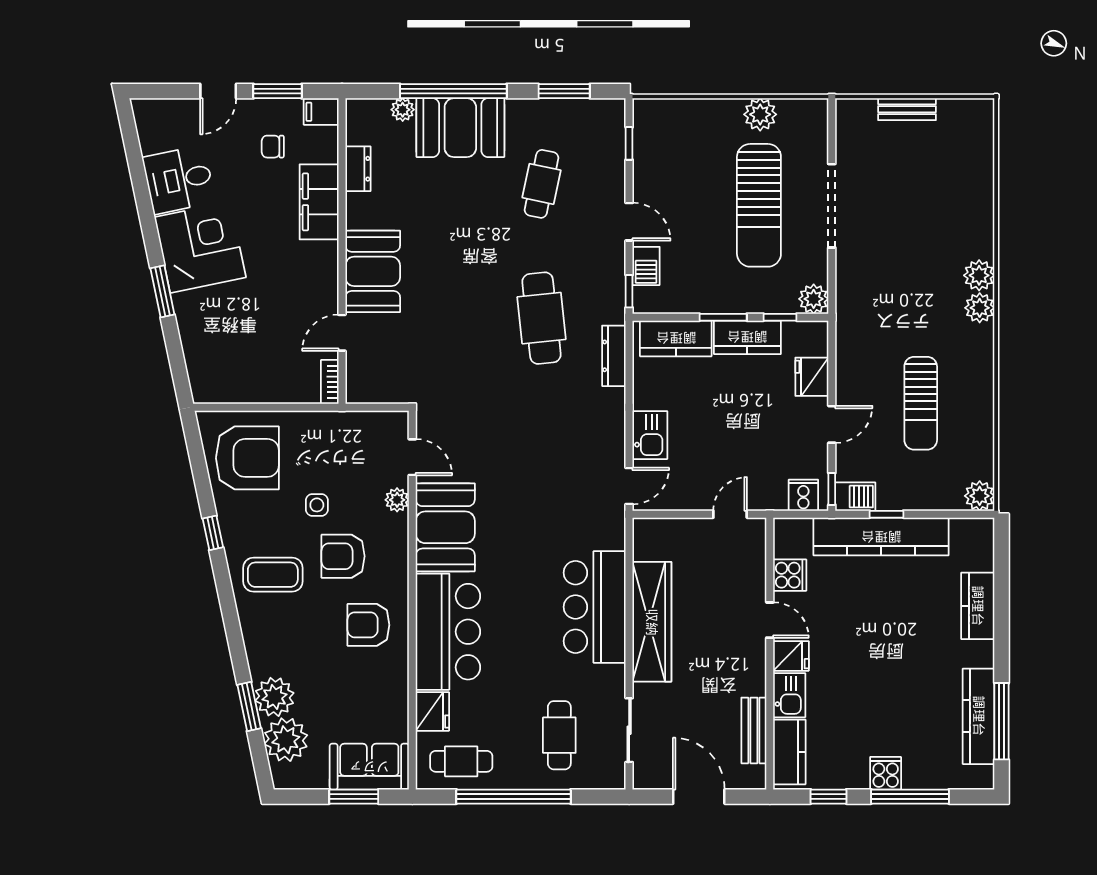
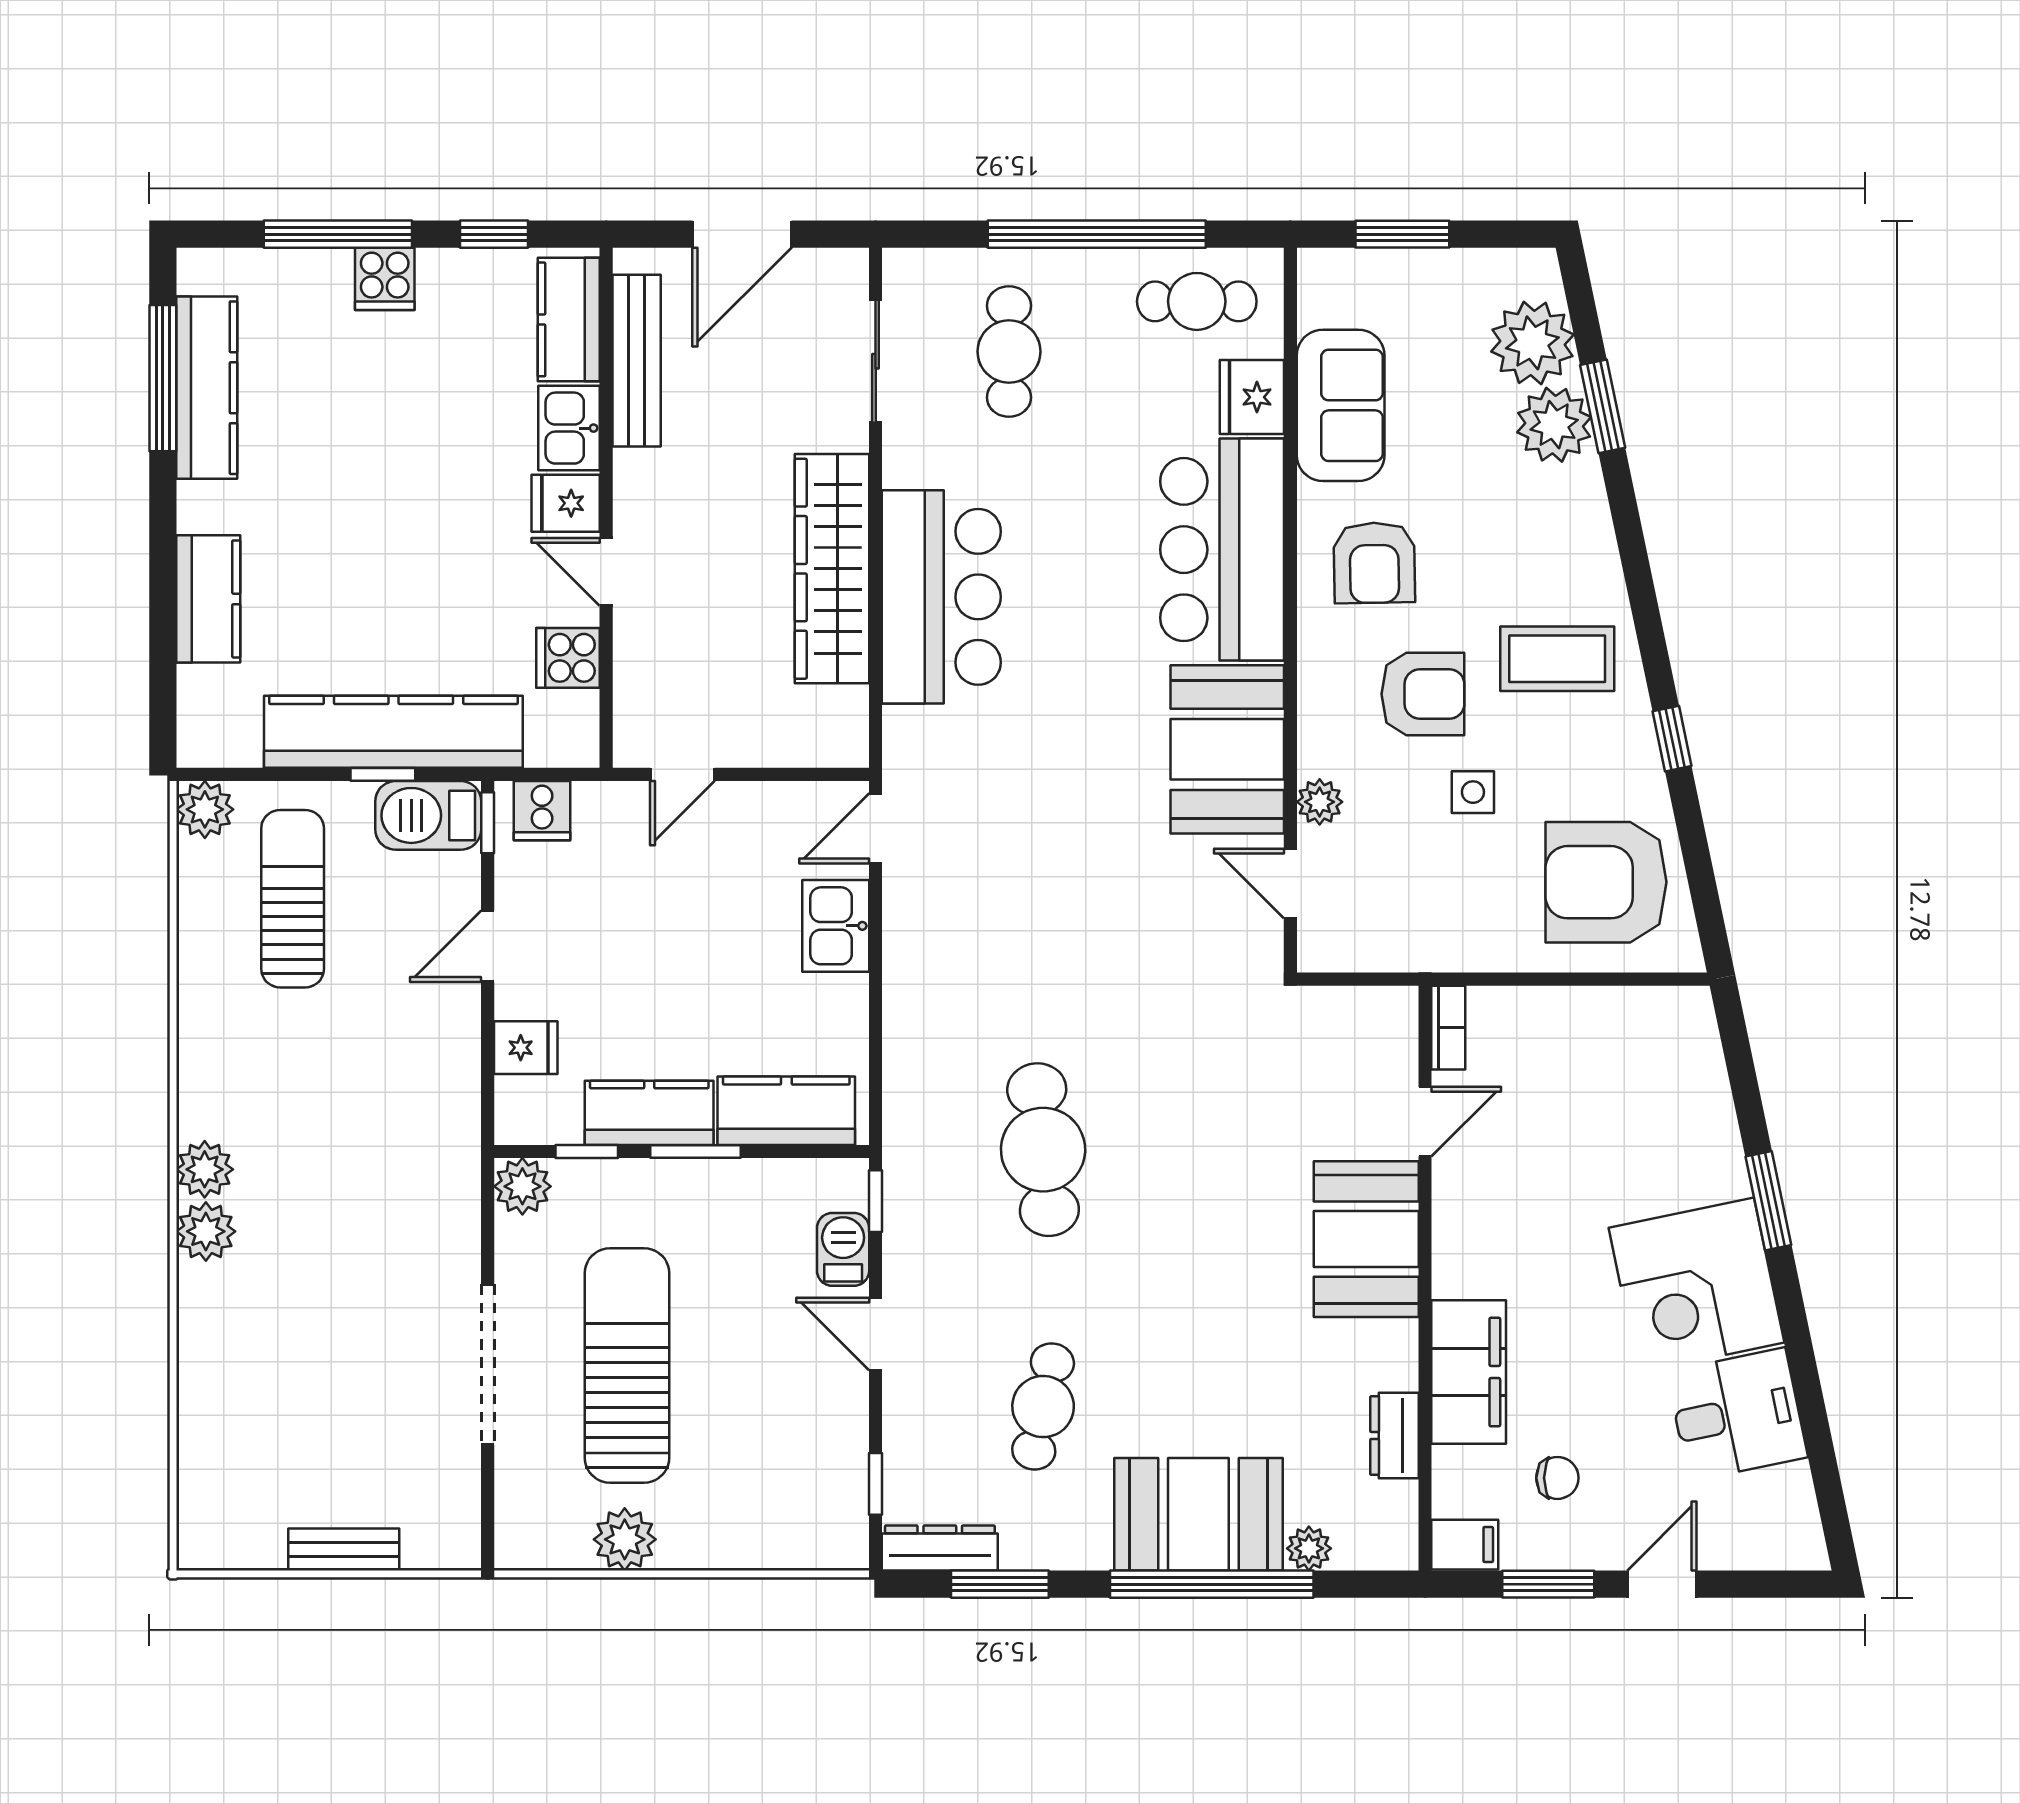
dresser: (614, 356) -> (940, 1548), moved, turned -90
fridge: (812, 377) -> (526, 1048), width x0.72
sun lounger: (921, 403) -> (293, 899), moved
barbecue: (855, 497) -> (428, 815), width x1.38, depth x1.27
armchair: (368, 625) -> (1374, 563), turned 89
bench: (754, 730) -> (637, 361), width x1.36
sofa: (369, 767) -> (1341, 405), moved, turned -90
door: (699, 797) -> (742, 234), hinge flipped

